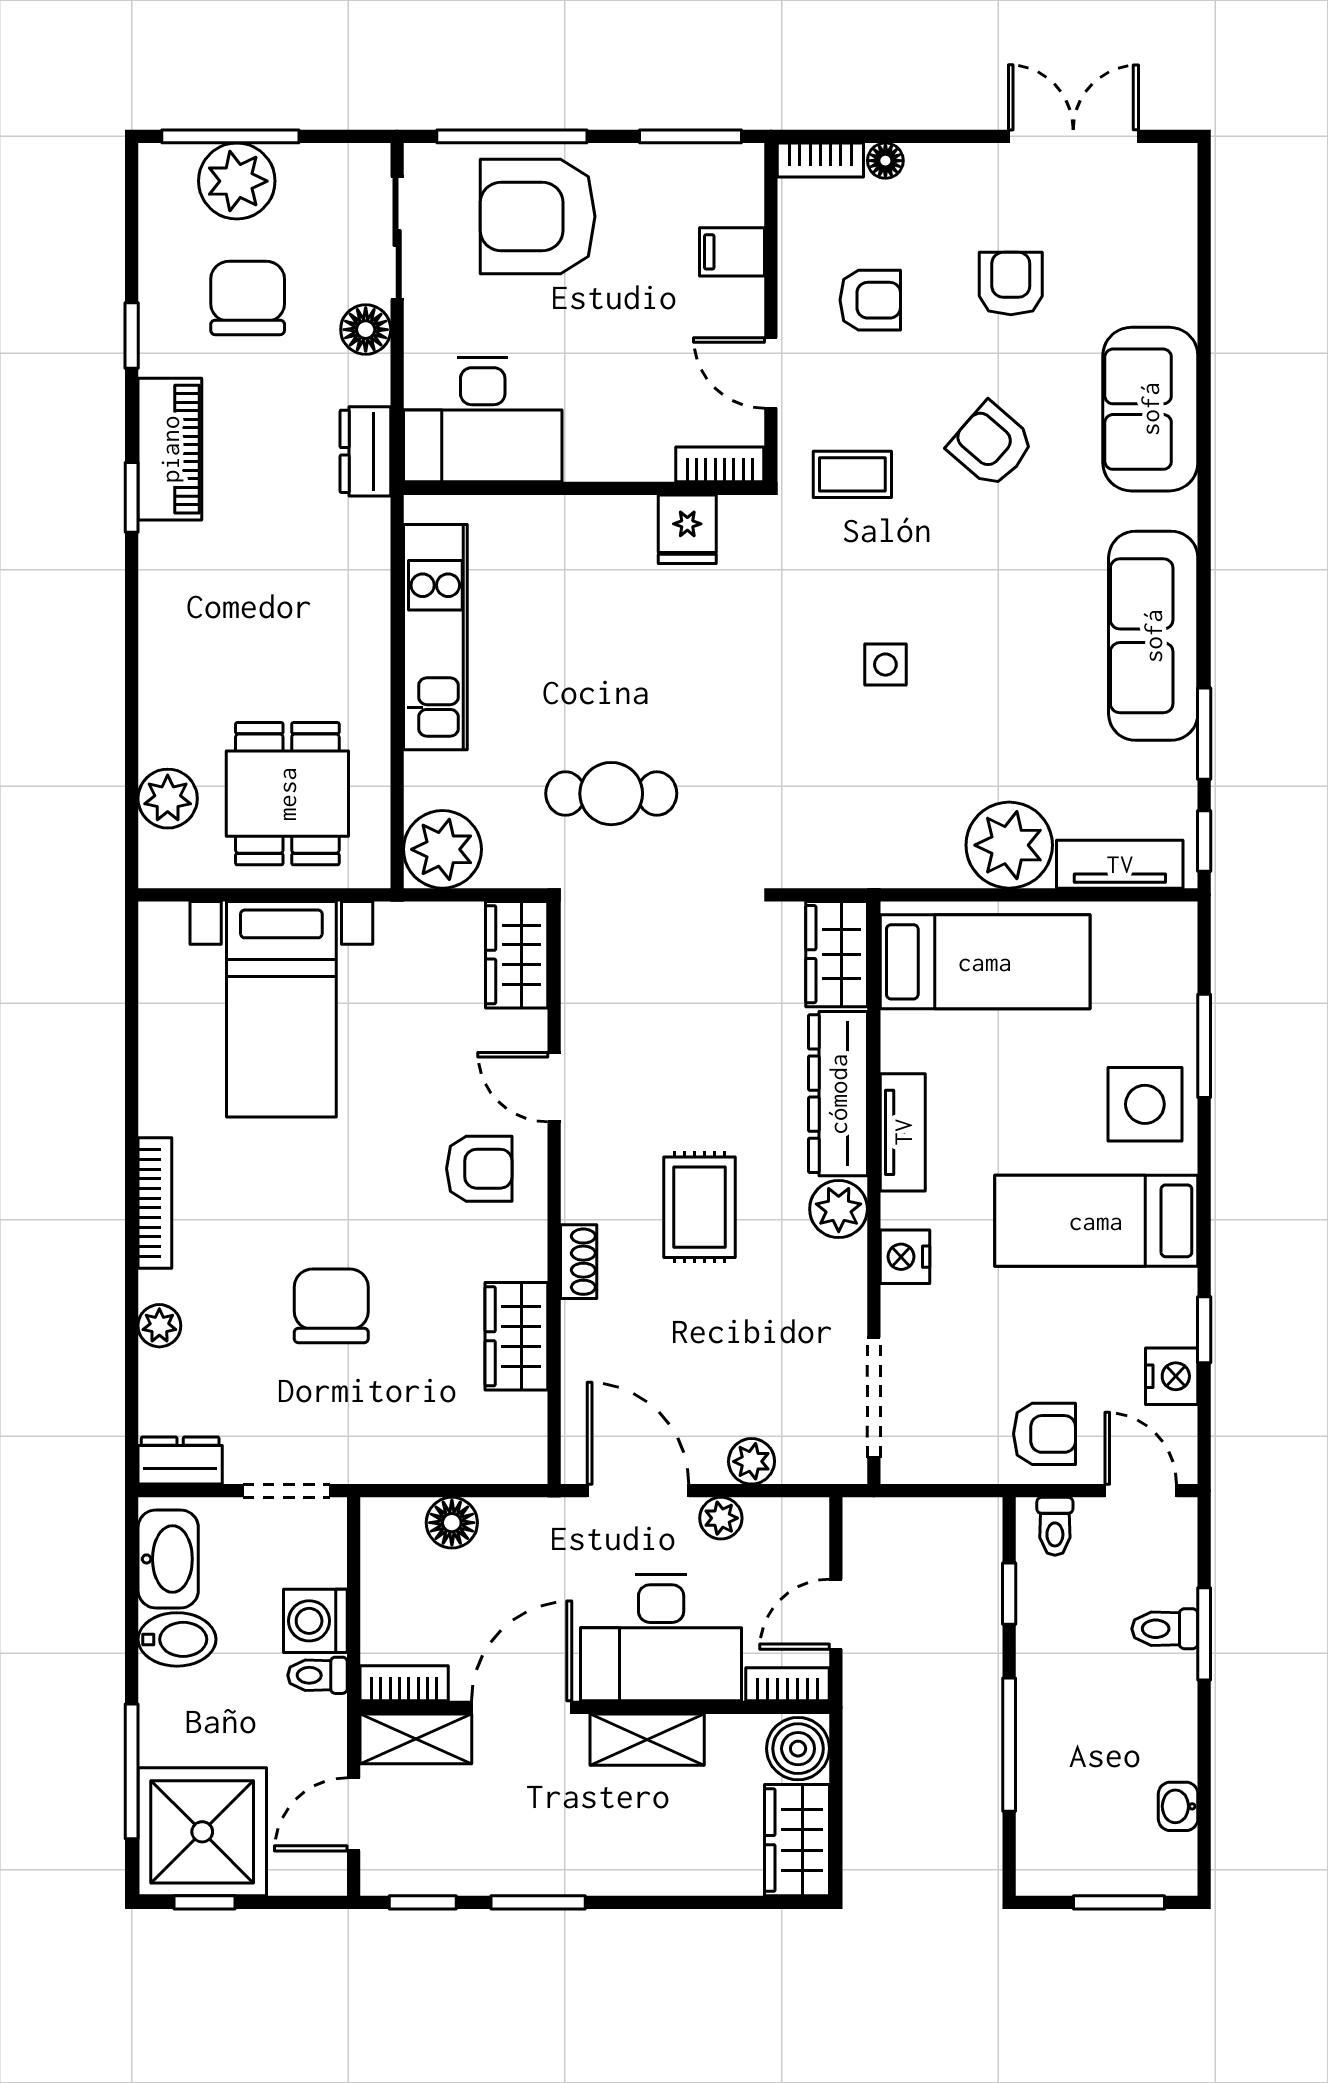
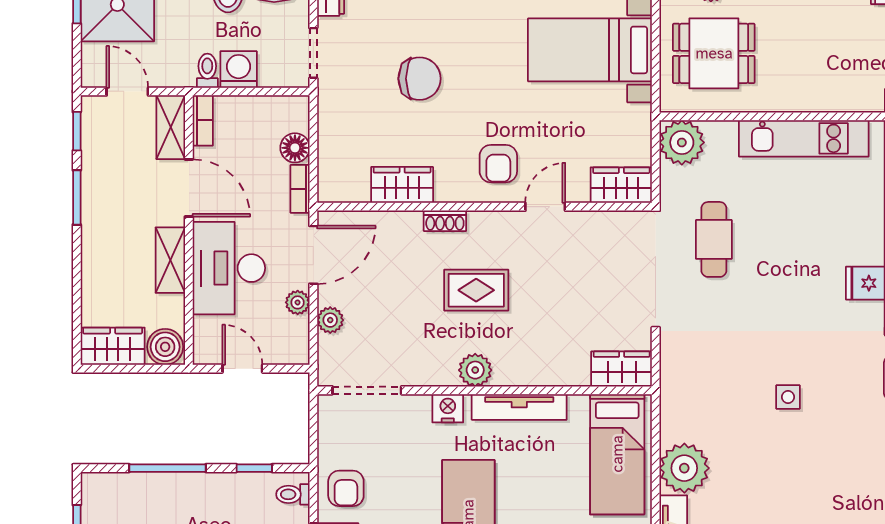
dresser: (838, 1094) -> (541, 370), removed
tv unit: (903, 1132) -> (519, 407), width x1.41
bookcase: (787, 1684) -> (300, 189), moved, turned 180

